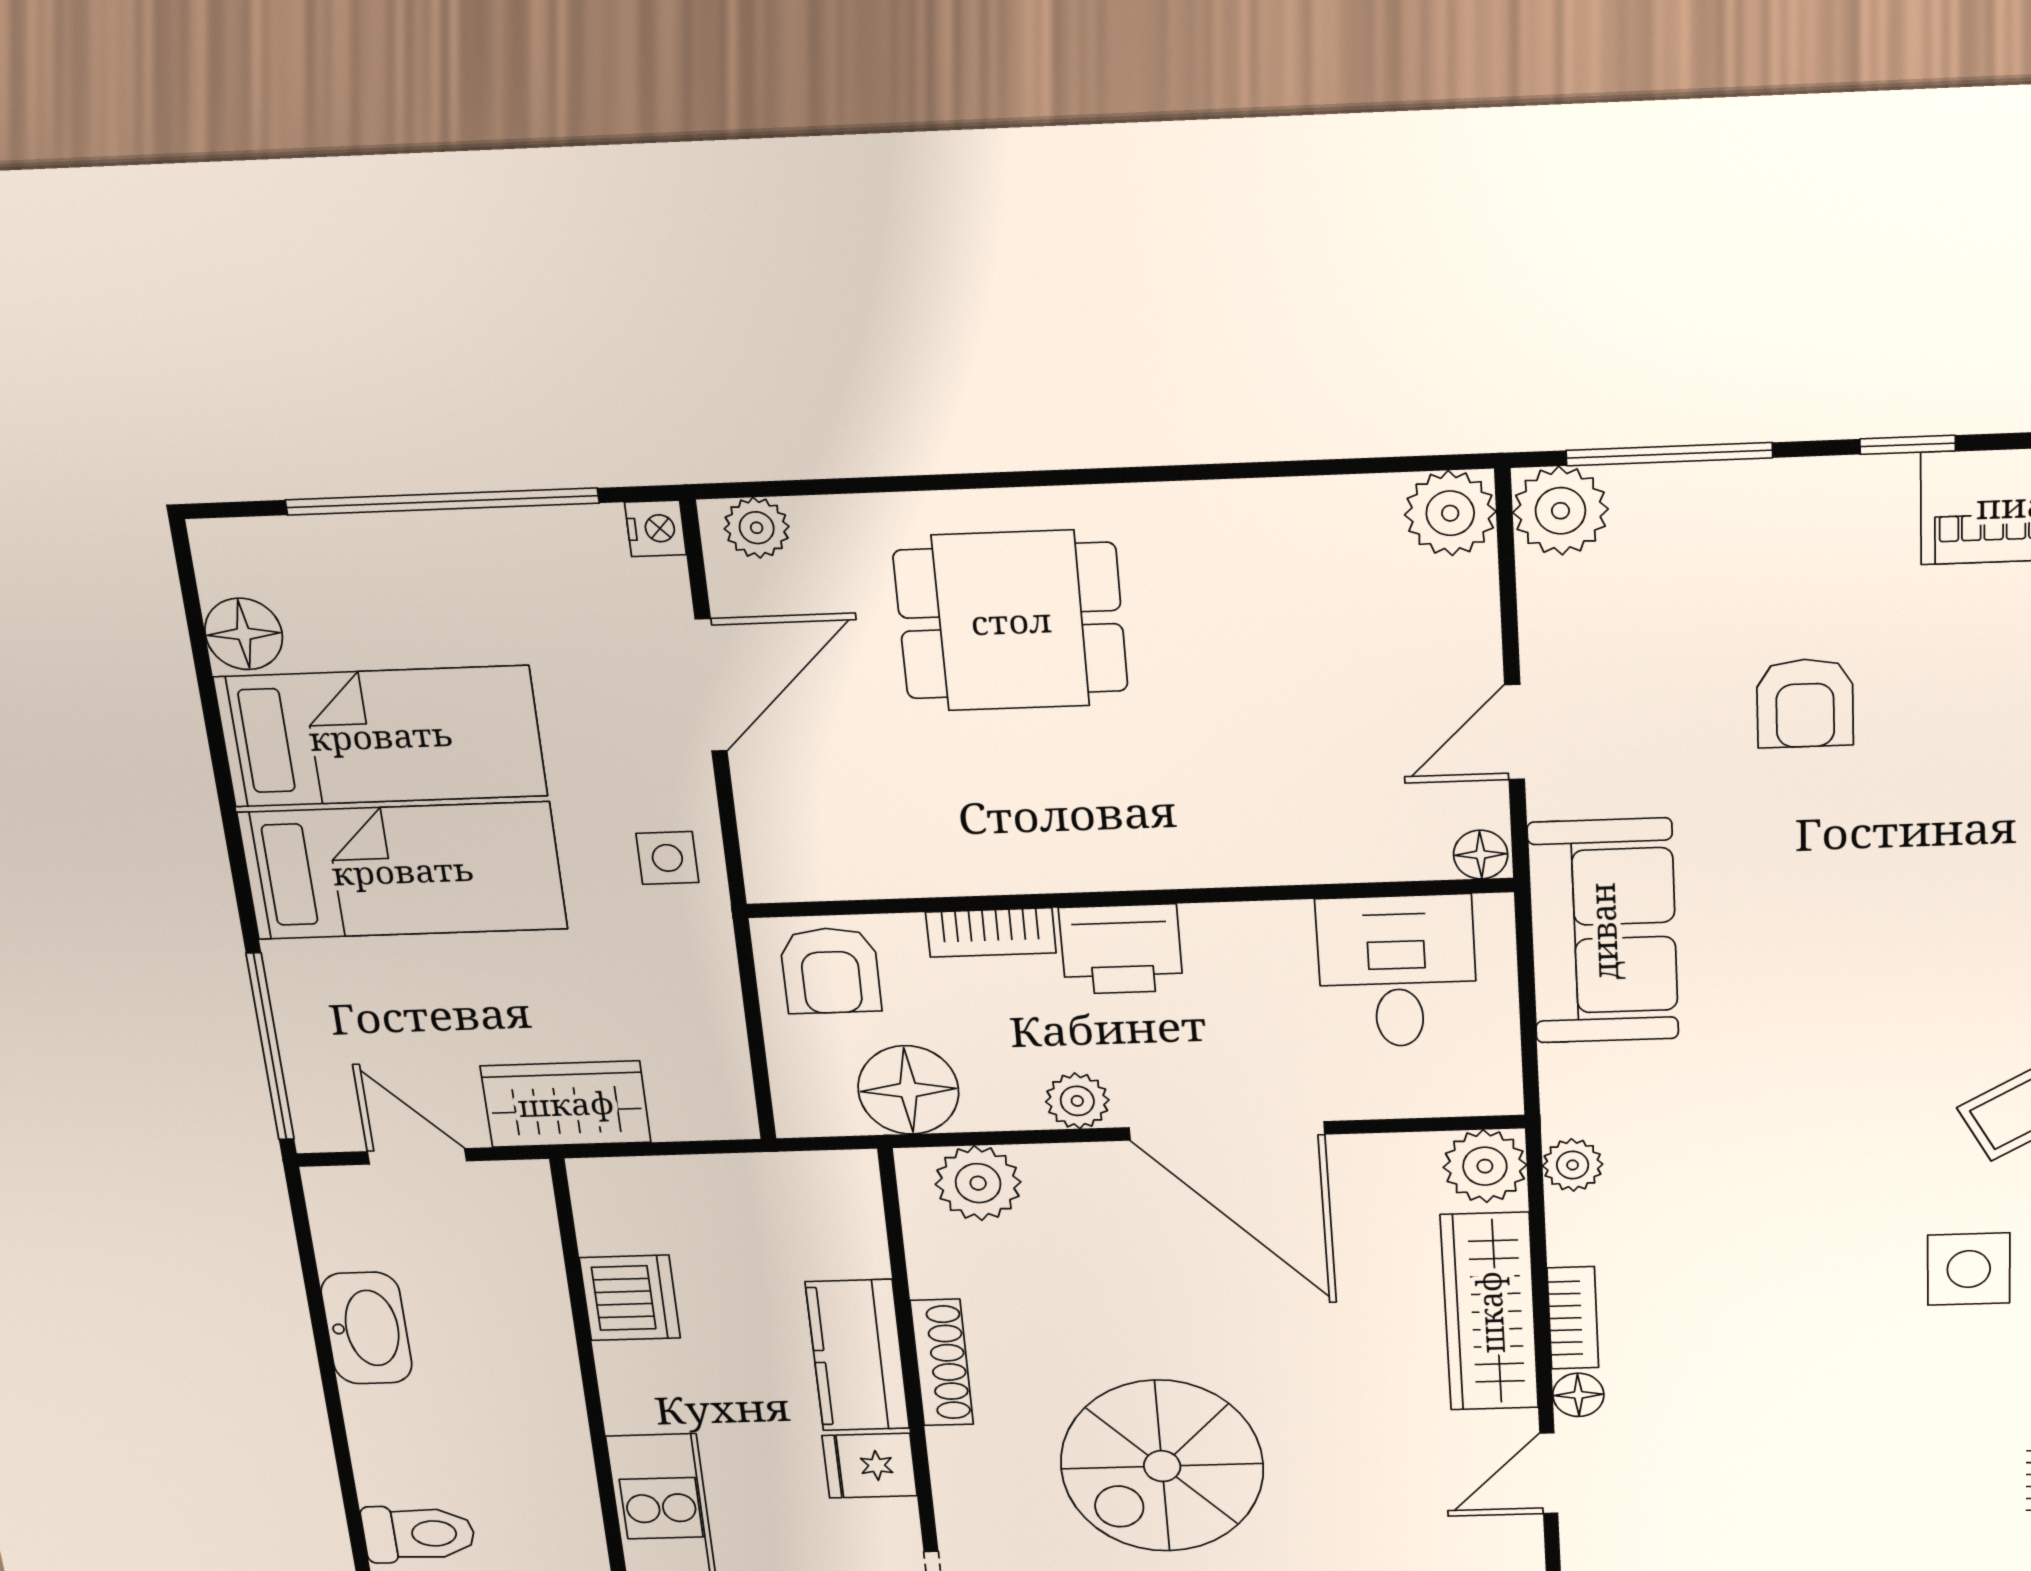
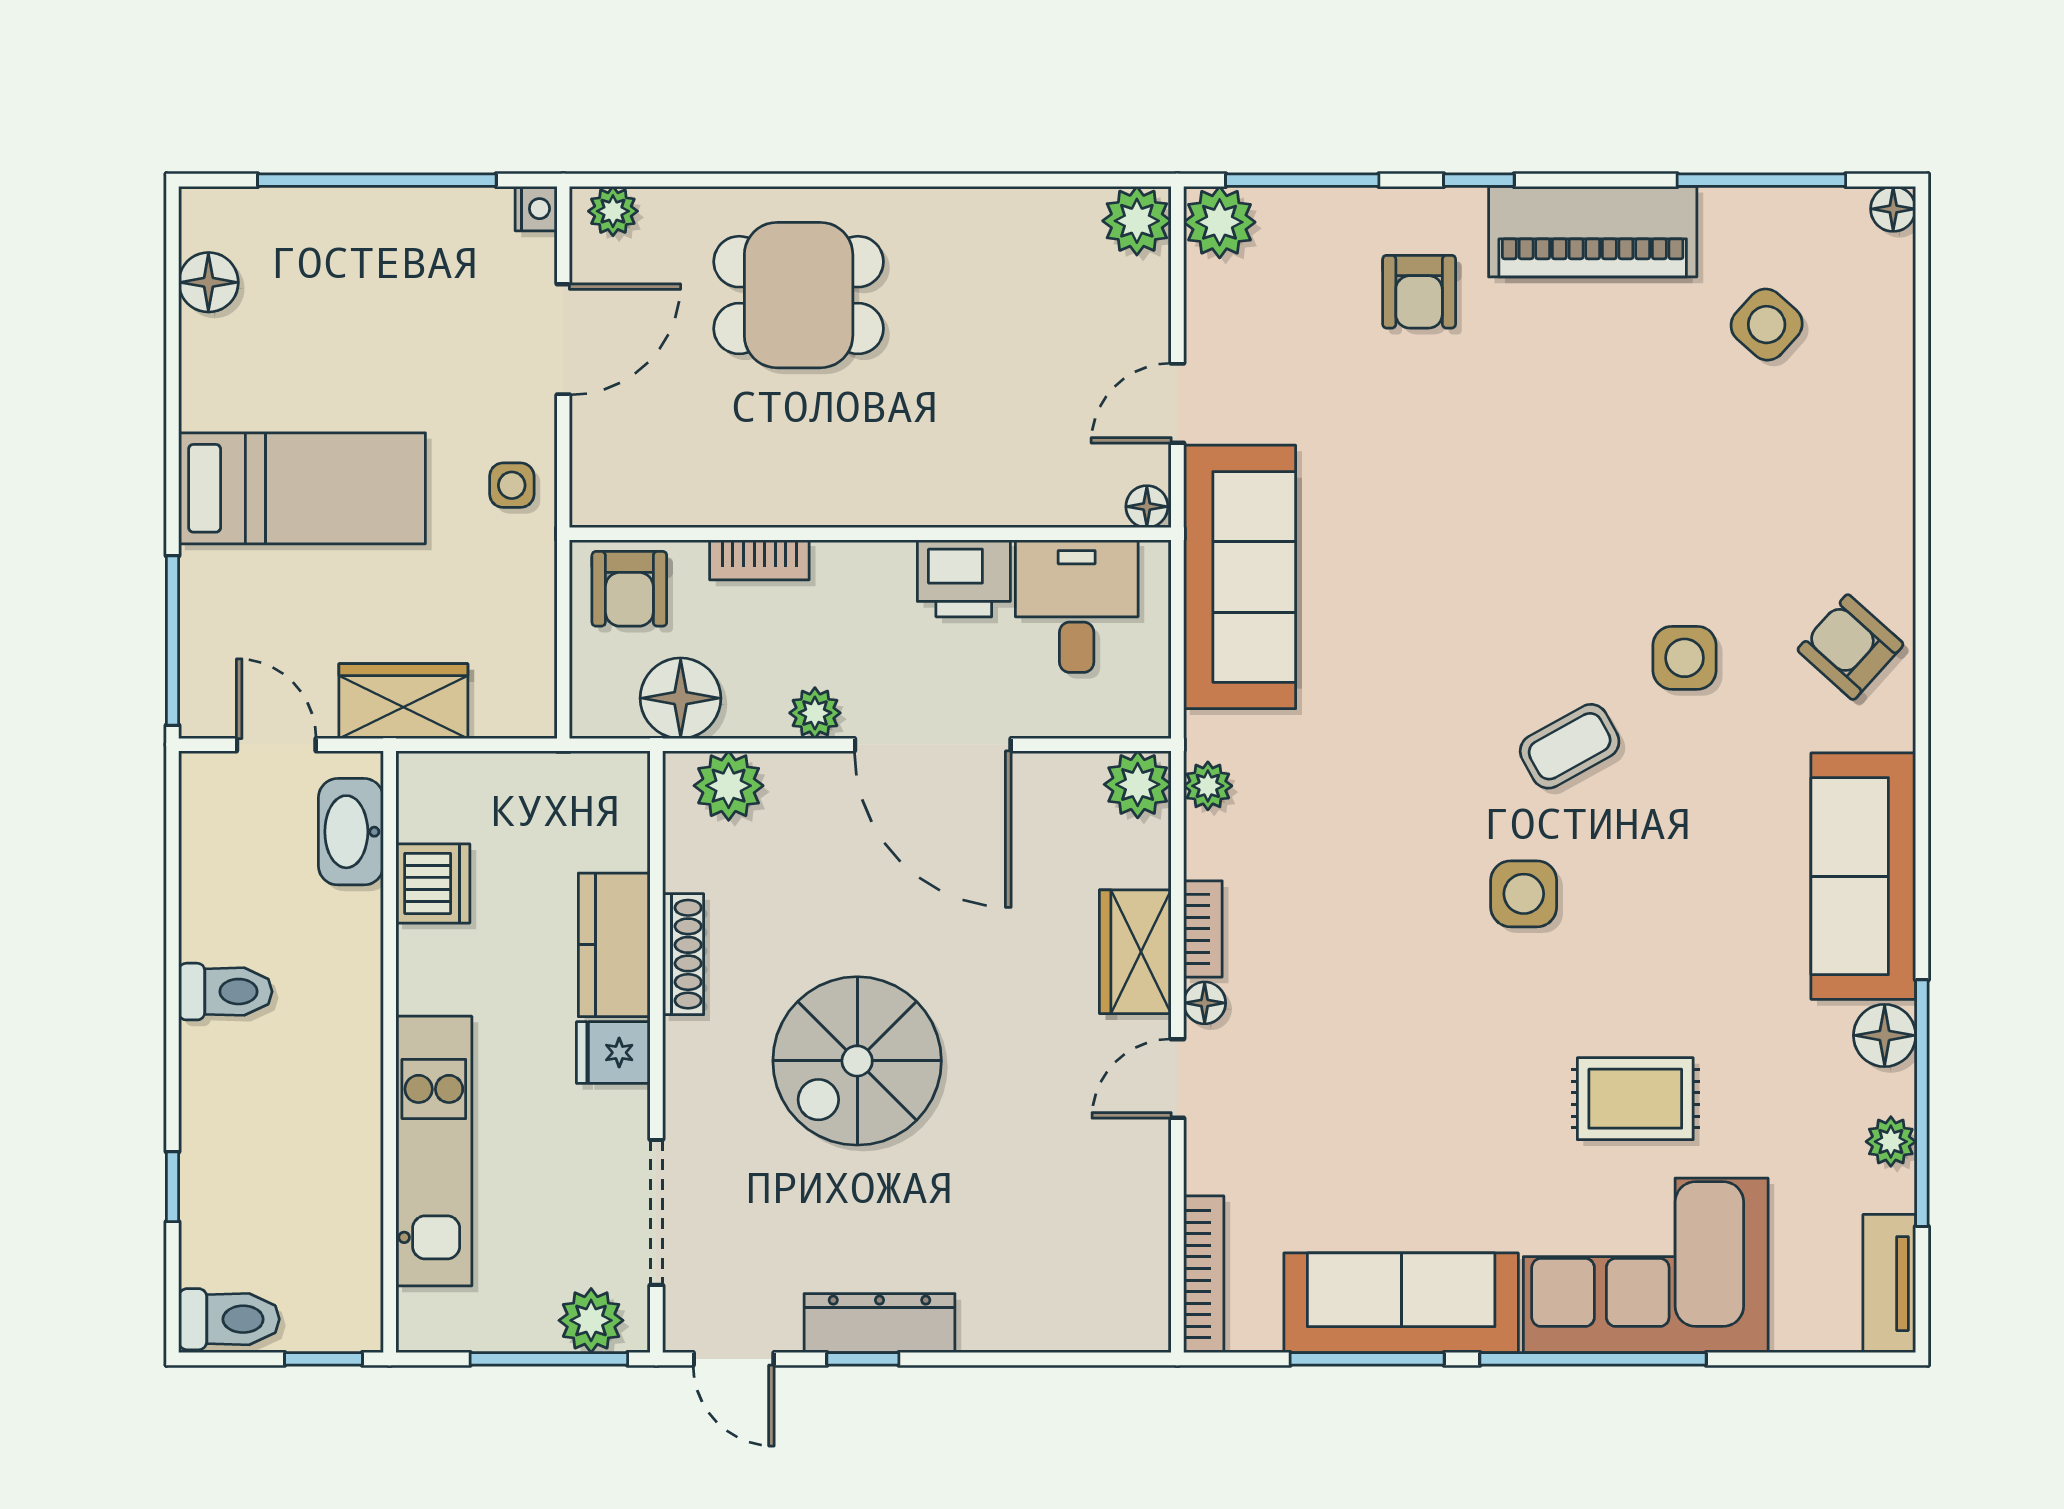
armchair: (1805, 703) -> (1419, 292), moved
bed: (381, 736) -> (302, 372), removed
sofa: (1603, 931) -> (1240, 577), width x1.36
printer: (1121, 949) -> (964, 578), moved
wardrobe: (1490, 1312) -> (1135, 952), width x0.67
washbasin: (367, 1328) -> (351, 832), moved, turned 180
toilet: (419, 1534) -> (225, 992), moved

